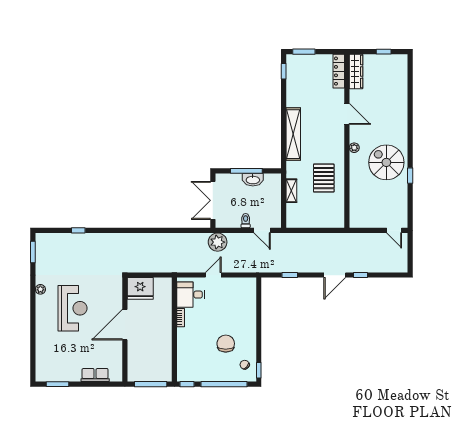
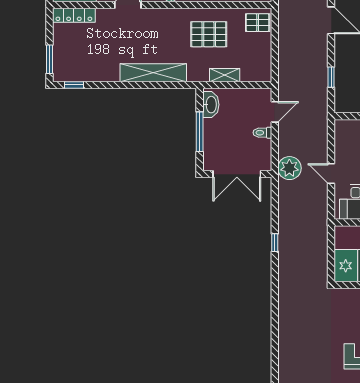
washbasin: (253, 180) -> (211, 105), moved
pallet: (333, 217) -> (258, 23), added
window: (78, 230) -> (275, 243), moved

